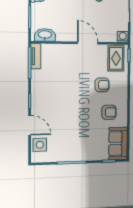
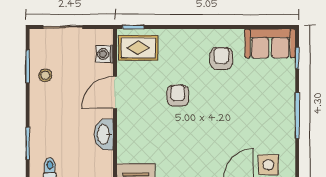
washbasin: (45, 35) -> (104, 134), moved
washing machine: (123, 37) -> (105, 54), moved
armchair: (102, 85) -> (178, 95), moved

